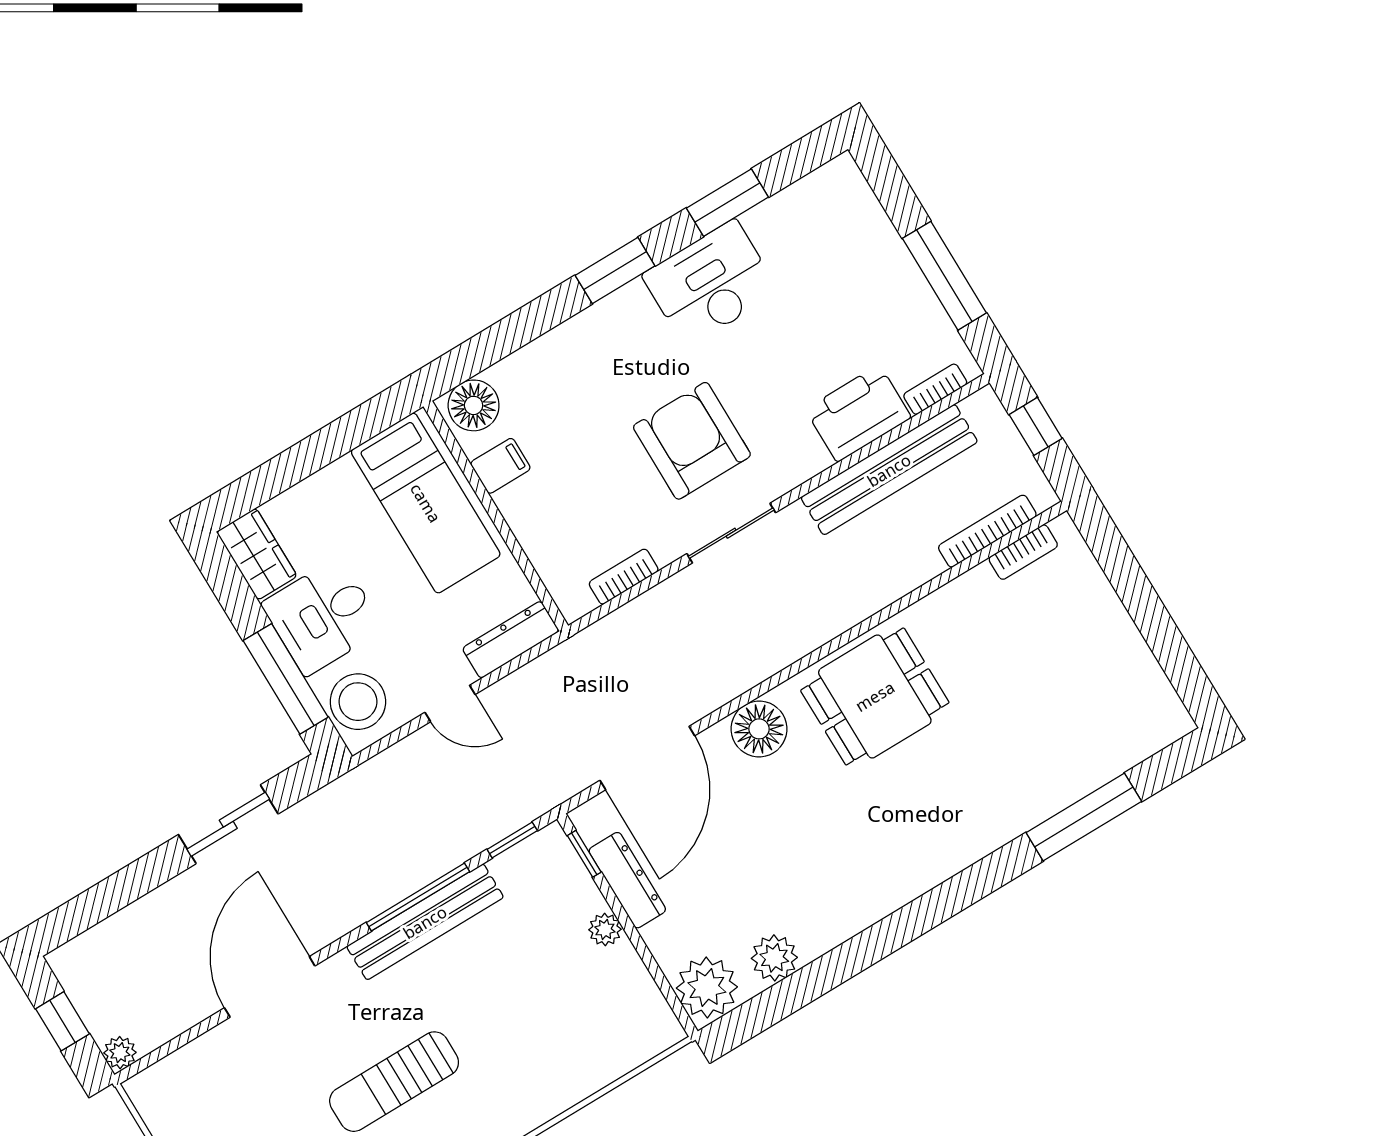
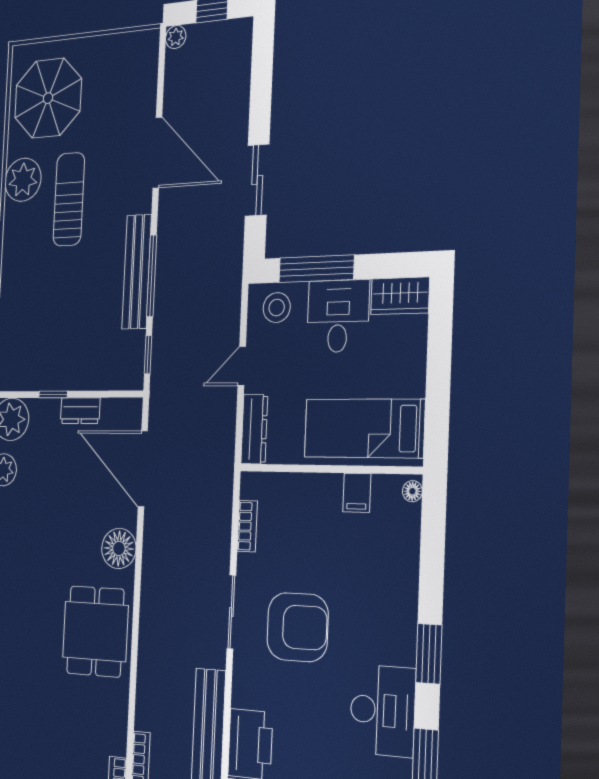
floor lamp: (474, 405) -> (412, 491), width x0.53, depth x0.53
stool: (358, 702) -> (277, 308), width x0.73, depth x0.73
window: (584, 854) -> (53, 394), moved
dresser: (627, 880) -> (80, 411), width x0.70
plant: (605, 929) -> (72, 379), removed

